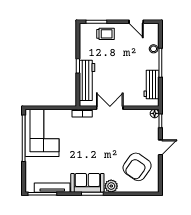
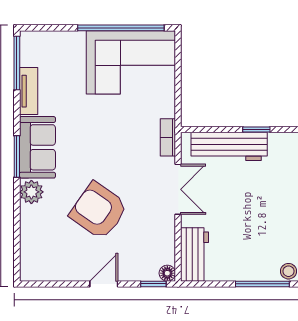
workbench: (152, 85) -> (195, 254), moved, turned 90
door: (160, 147) -> (104, 284), swing flipped
armchair: (137, 167) -> (99, 211), moved
tv unit: (52, 188) -> (29, 91), width x0.71

